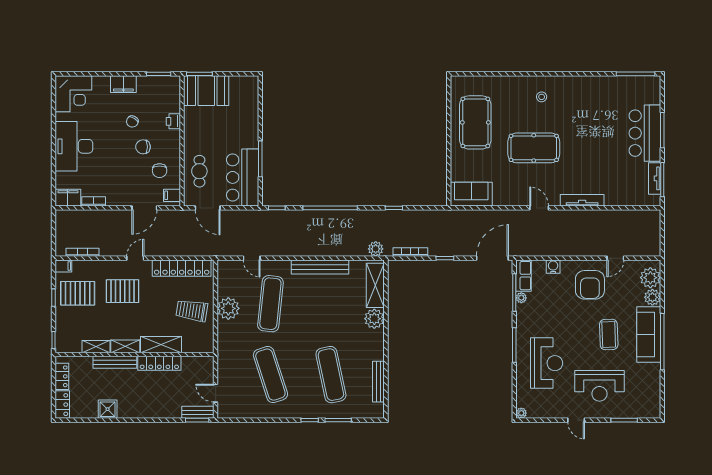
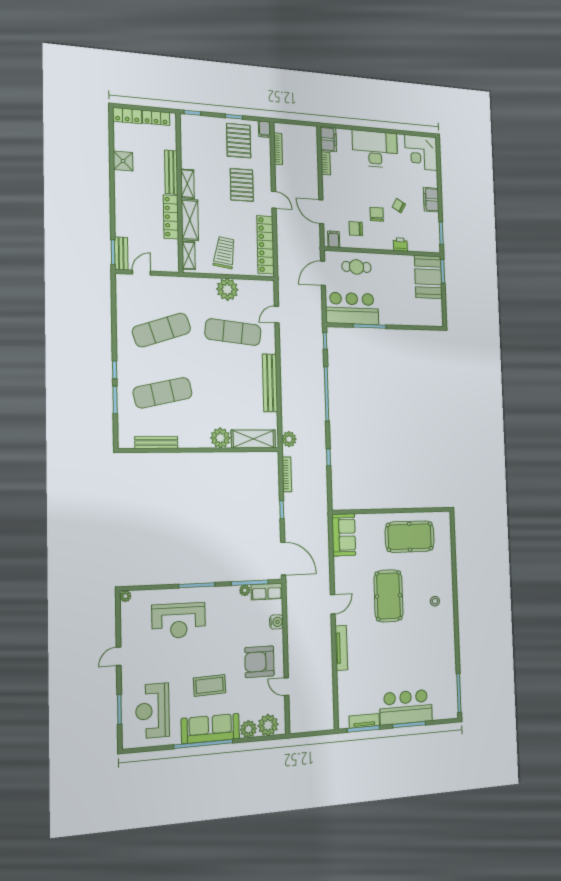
shelving: (96, 347) -> (189, 255), moved
reception desk: (599, 386) -> (153, 711), moved

